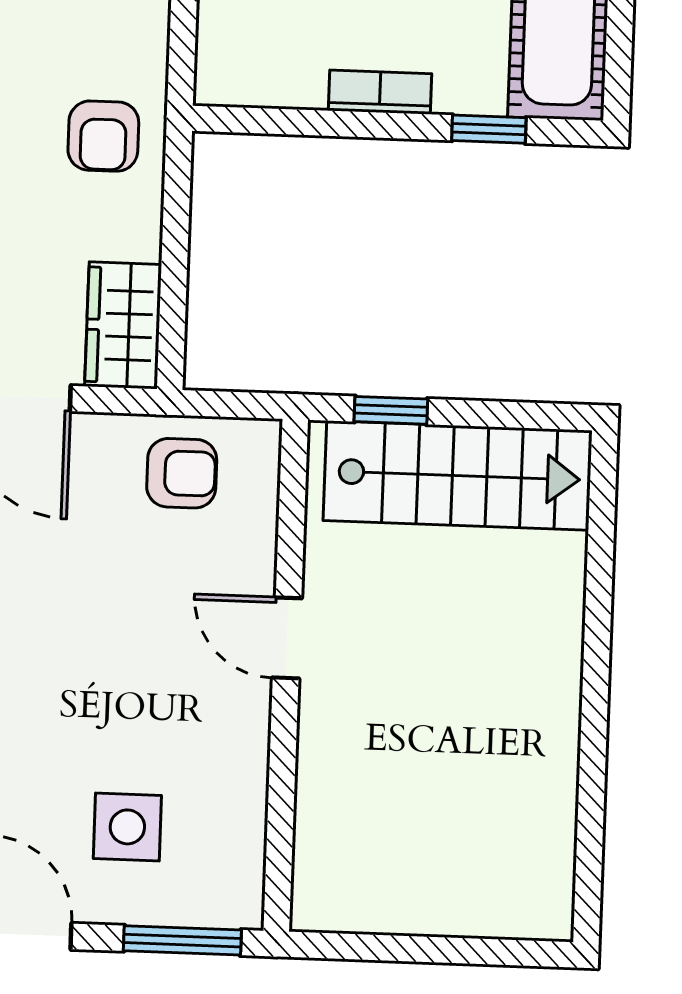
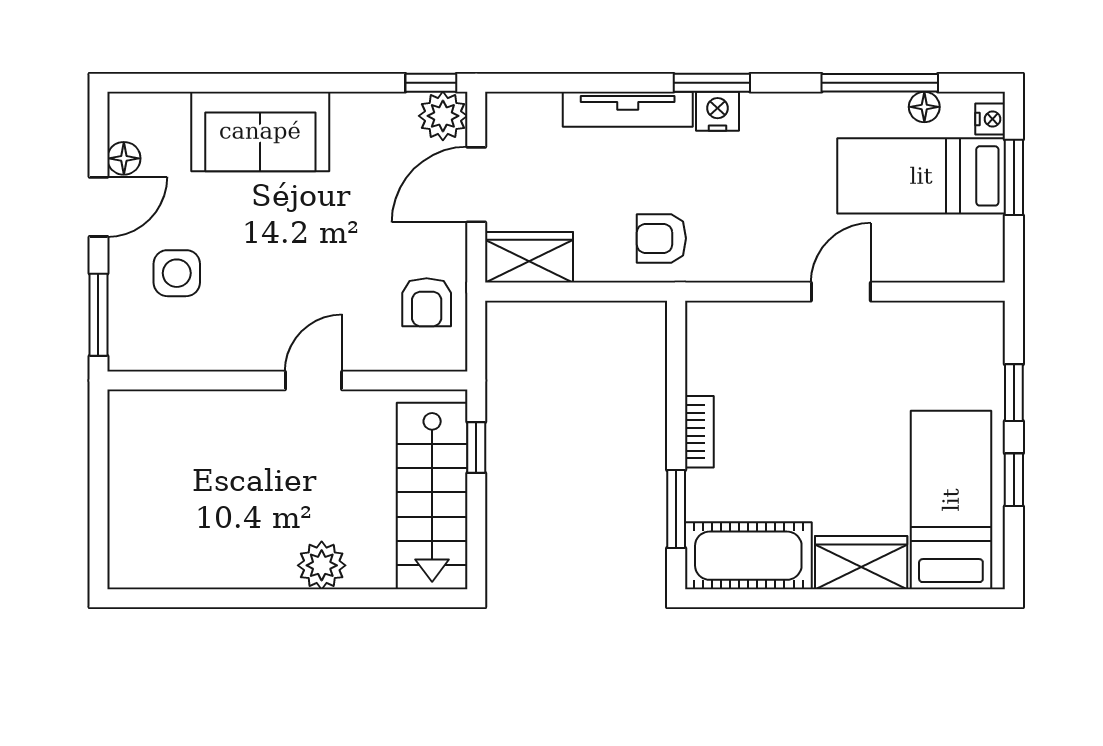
window: (489, 129) -> (676, 509), width x1.50
plant: (550, 636) -> (322, 565), added

